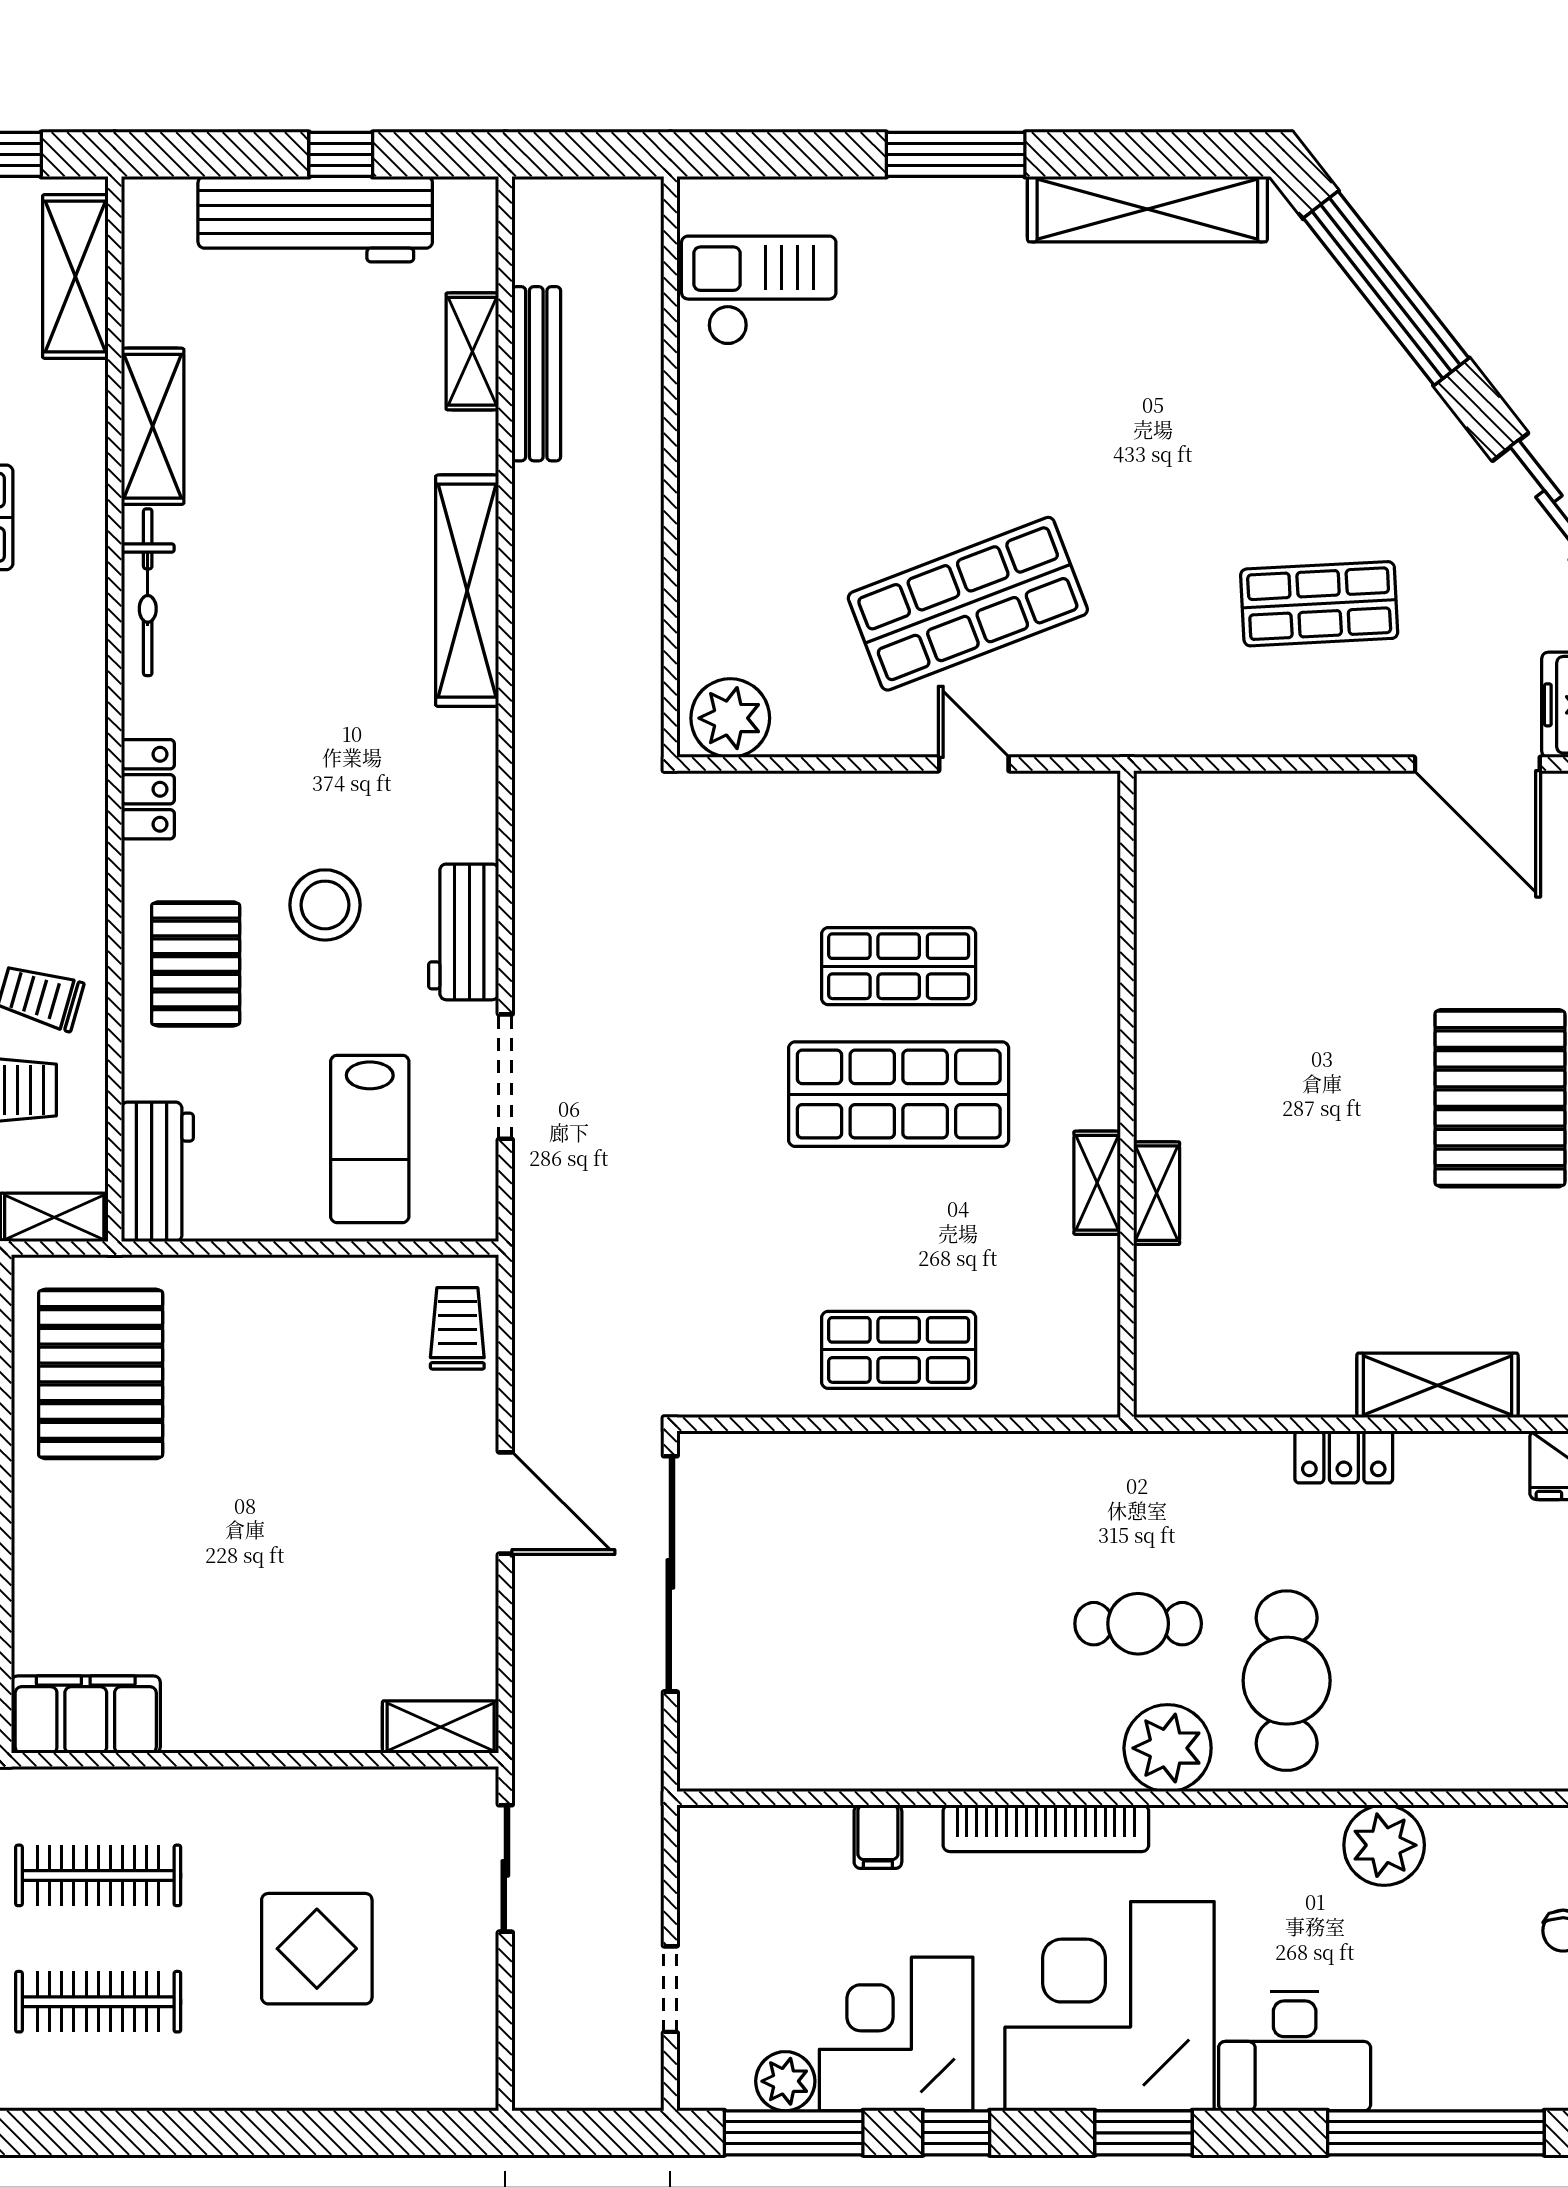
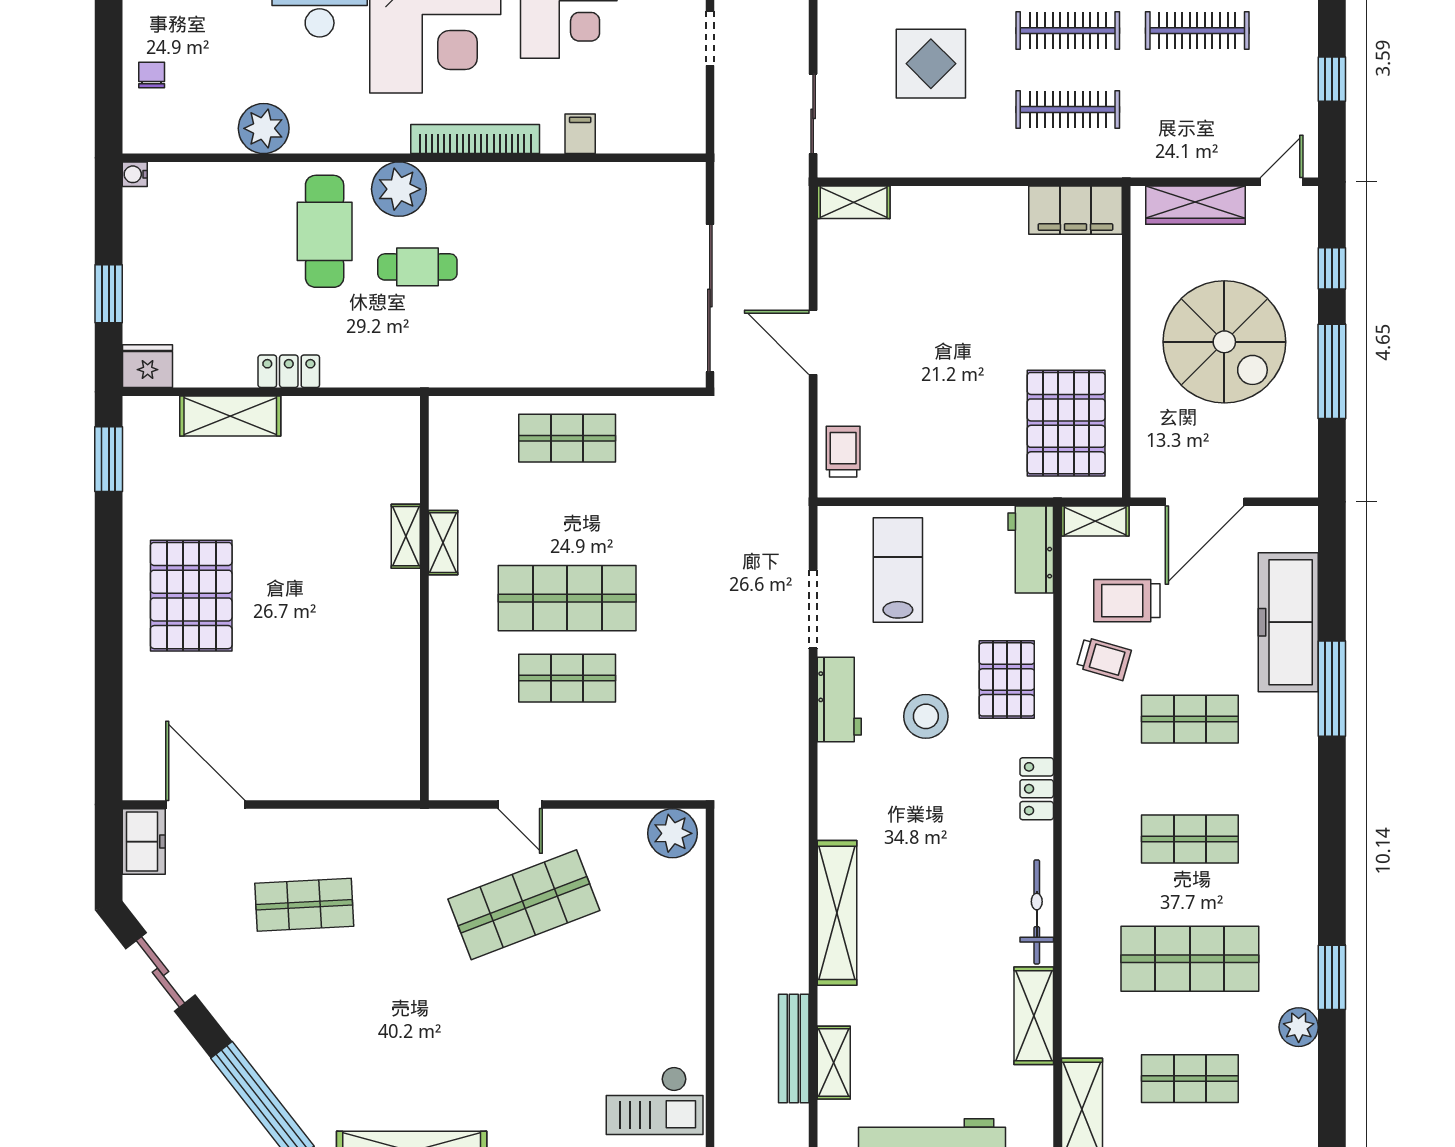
trolley: (457, 1328) -> (843, 452), turned 180

